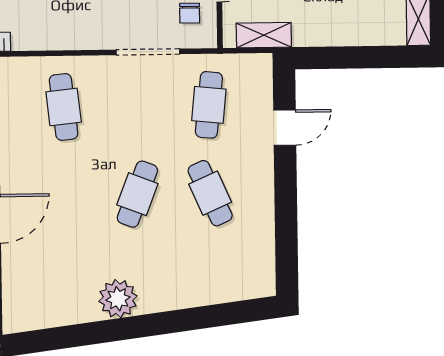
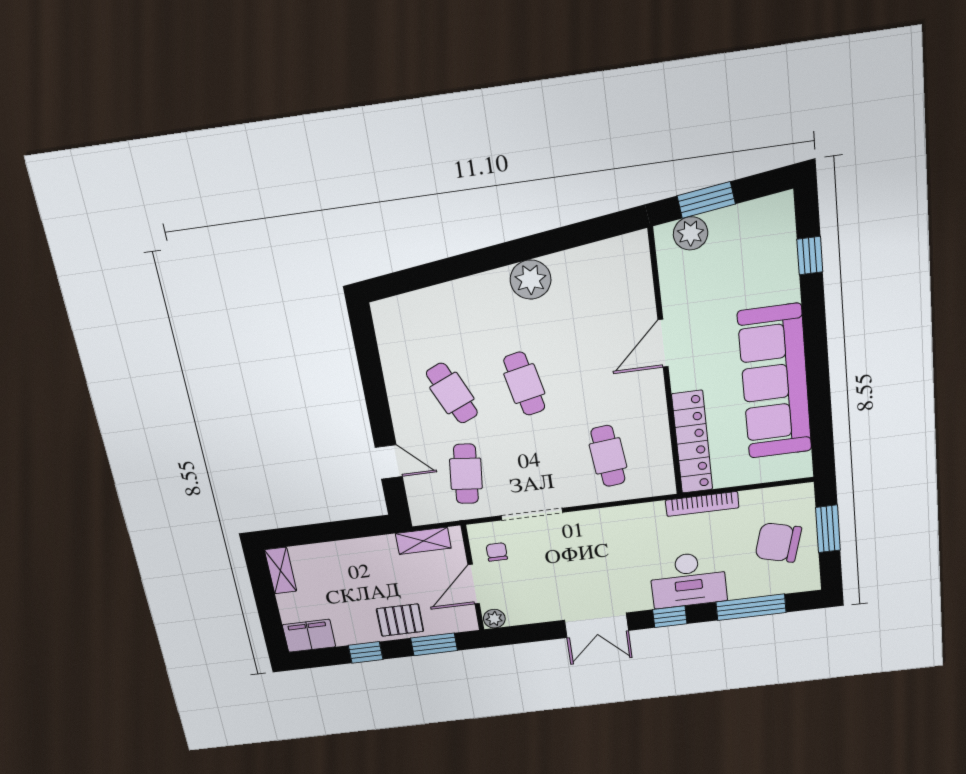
door: (285, 128) -> (389, 462), swing flipped
cafe table: (137, 194) -> (524, 384), turned -33

